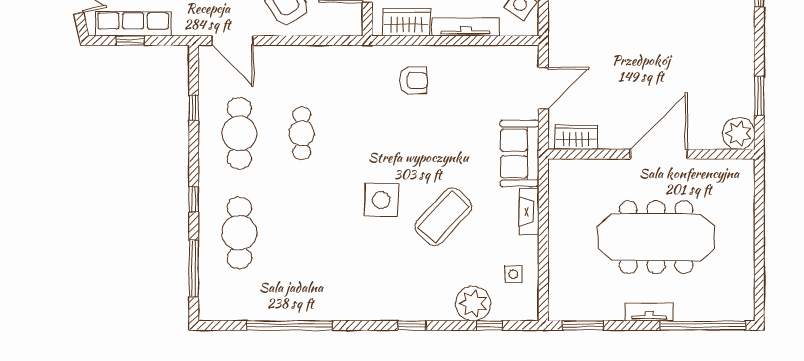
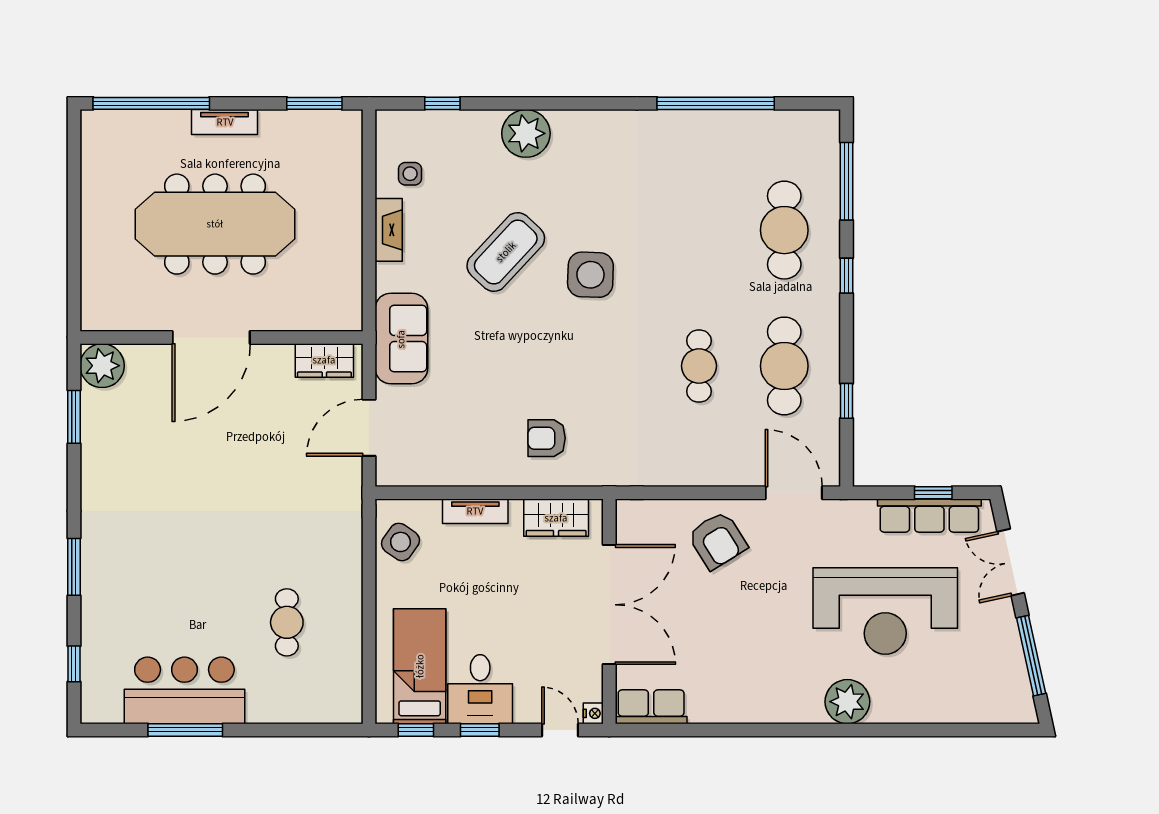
tv unit: (465, 27) -> (475, 511), width x0.71
fireplace: (529, 212) -> (389, 230), moved
plant: (473, 304) -> (526, 133), moved
window: (412, 326) -> (549, 103), removed

